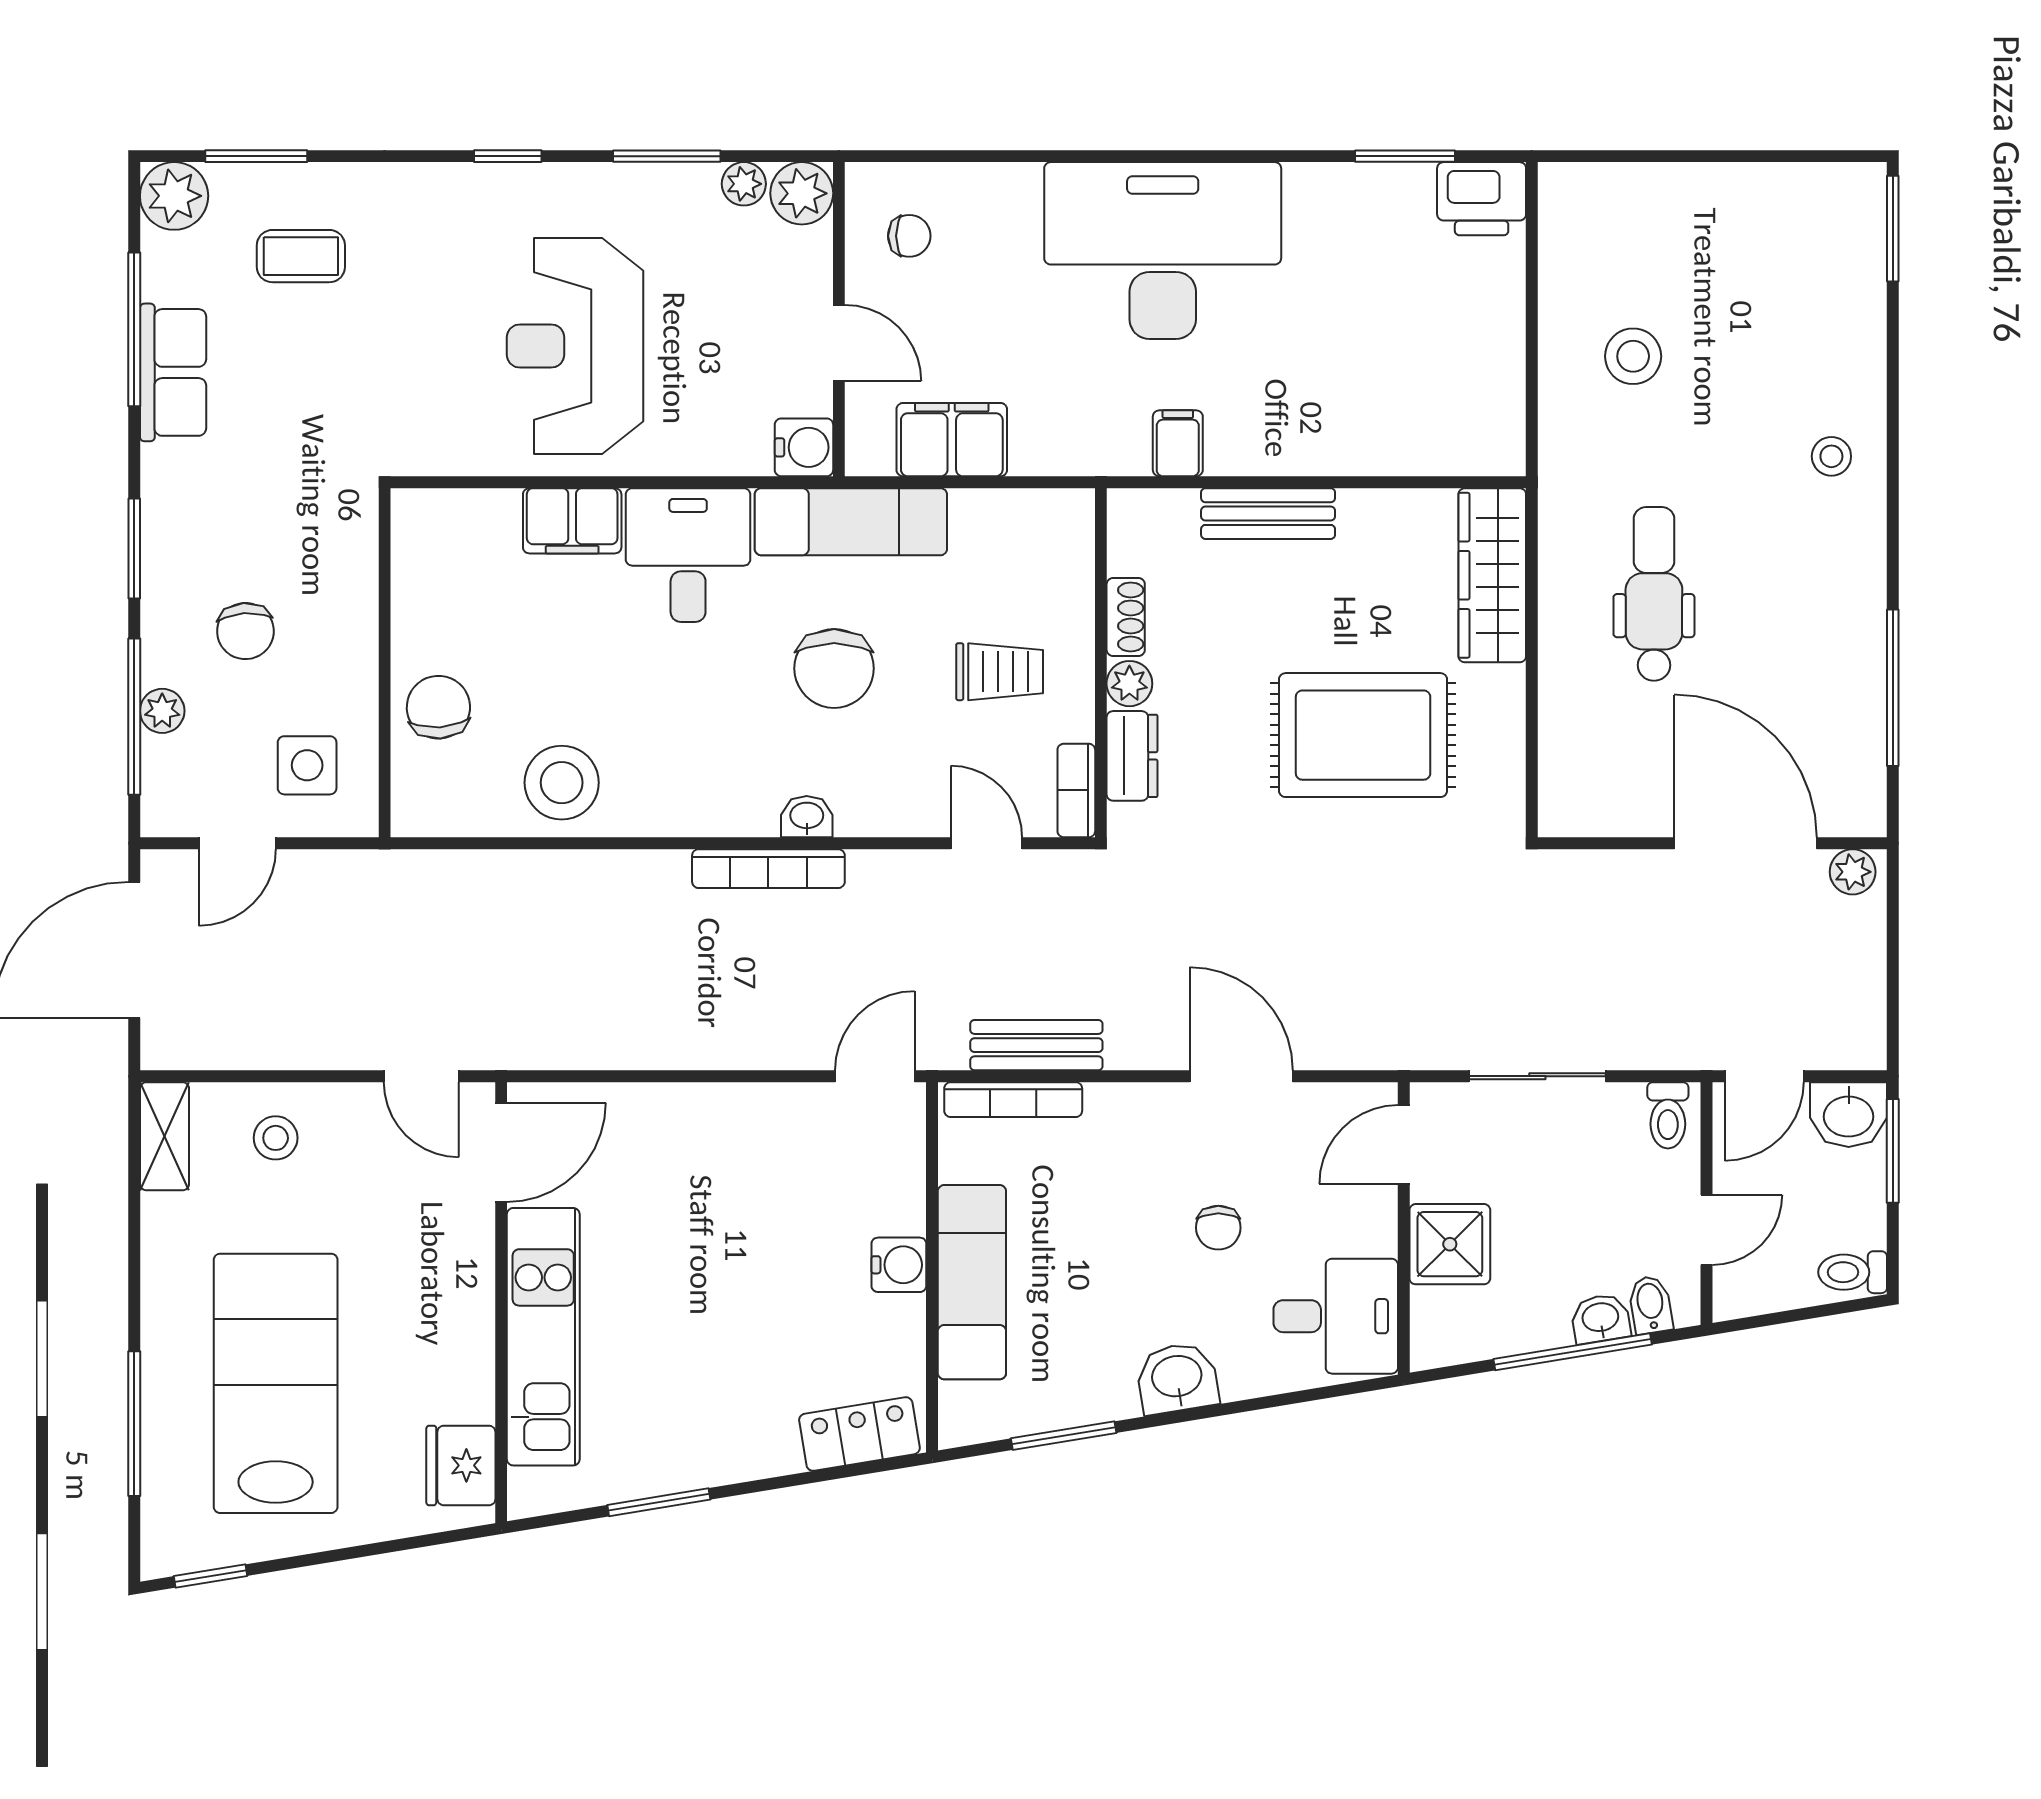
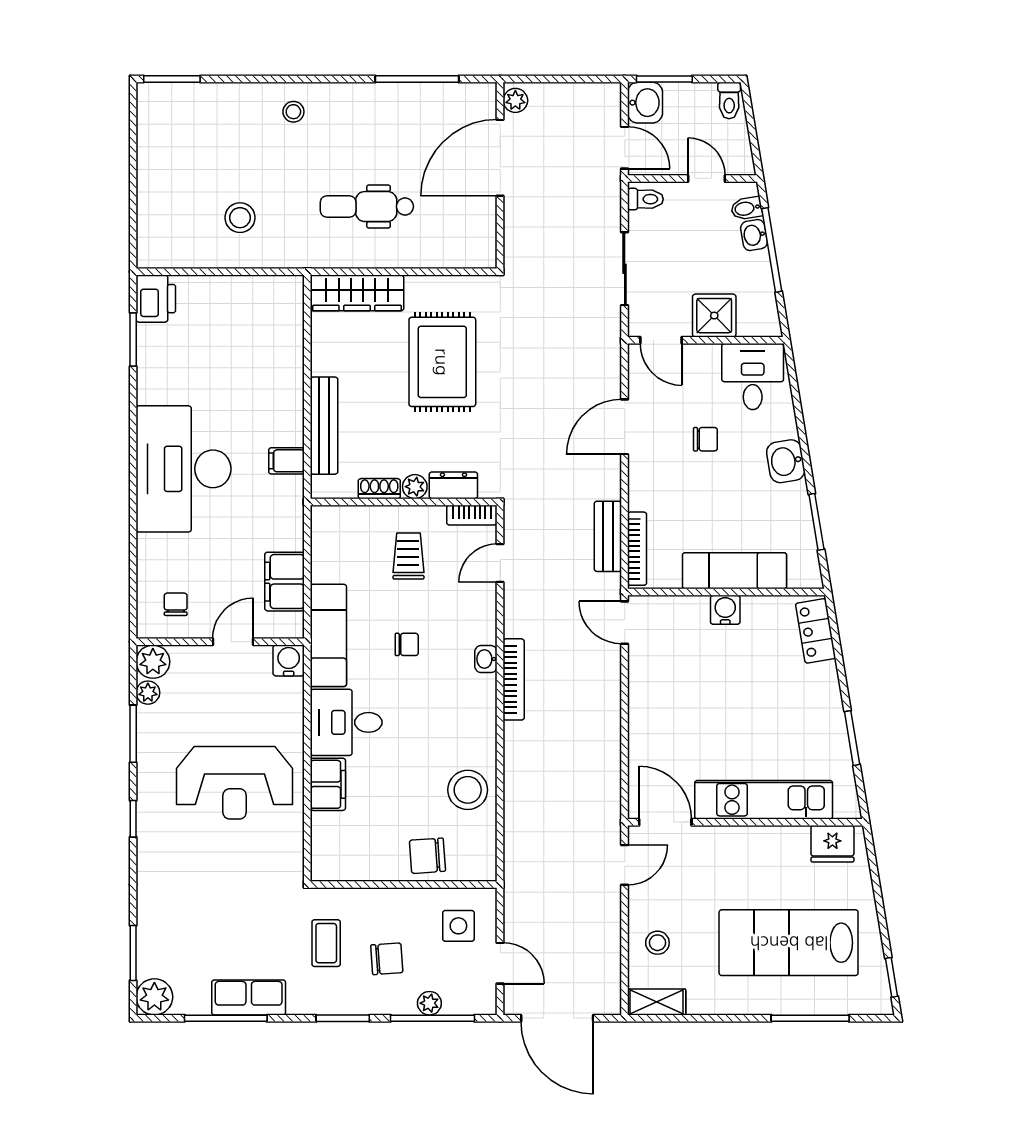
coffee table: (301, 256) -> (326, 943), moved
bench: (1268, 514) -> (324, 426), width x1.36
chair: (834, 668) -> (407, 644), width x0.54, depth x0.54

